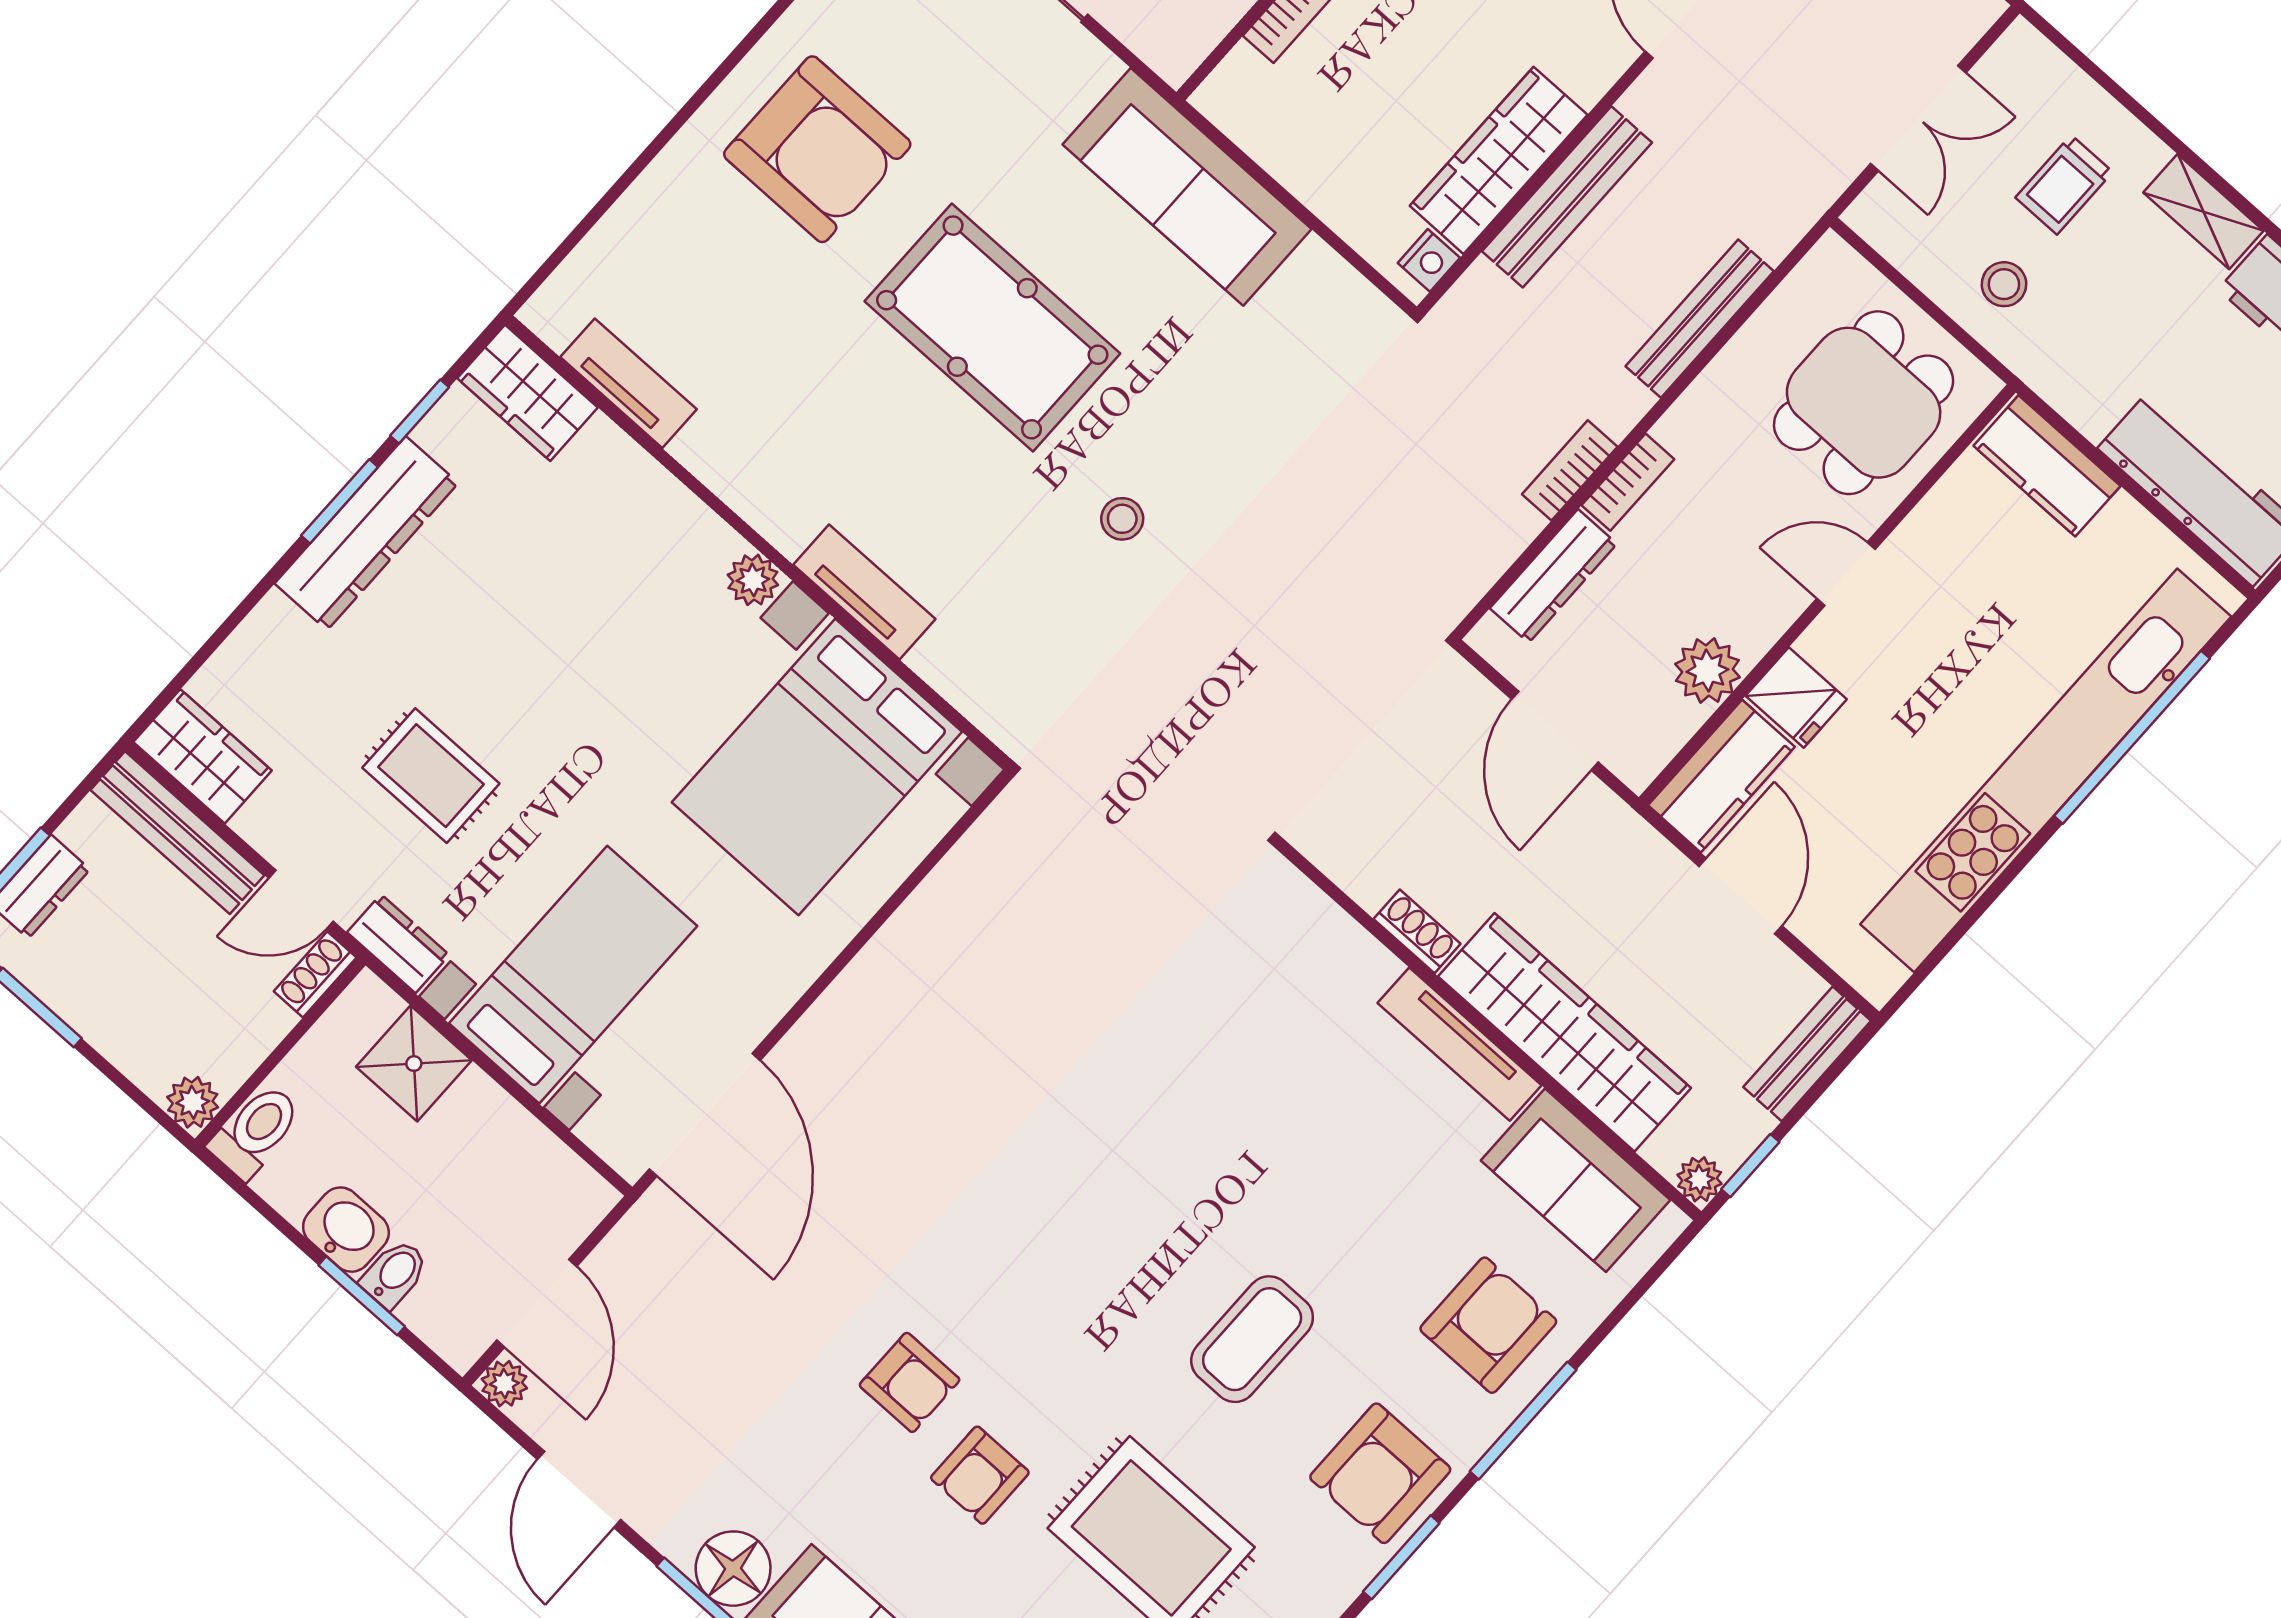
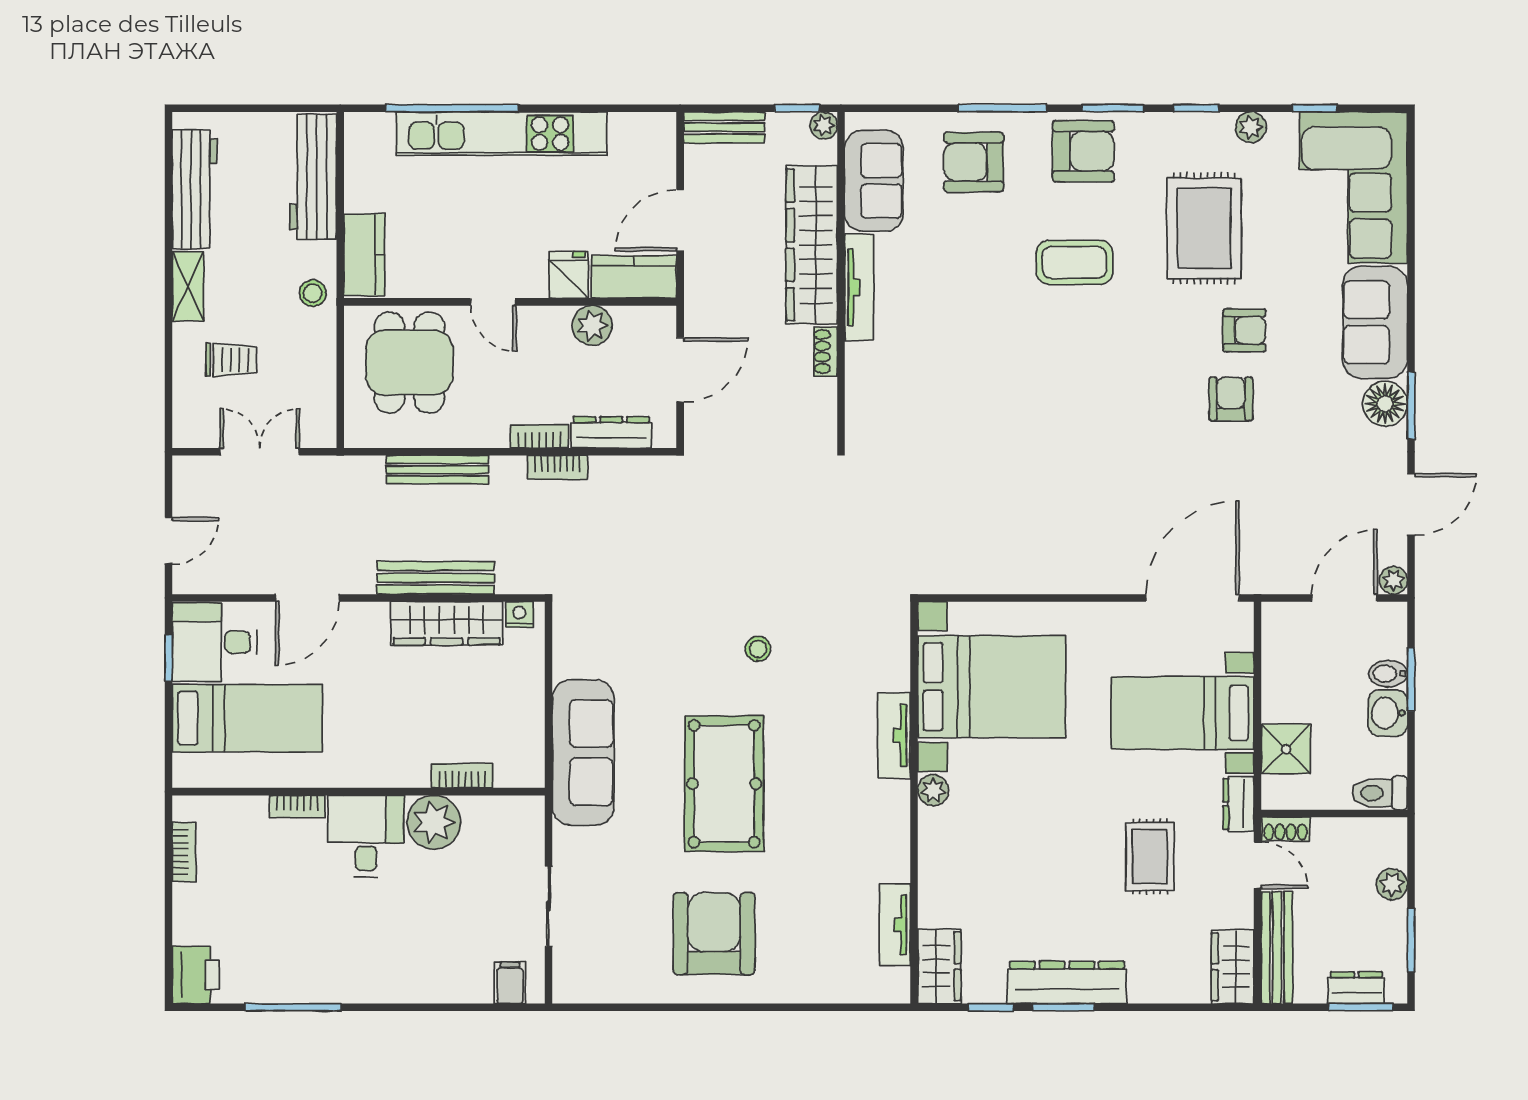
stool: (2004, 284) -> (313, 293), moved
dining table: (1864, 403) -> (409, 363), turned 90
kitchen unit: (2046, 770) -> (502, 134), width x0.73
plant: (193, 1102) -> (1392, 884), moved

